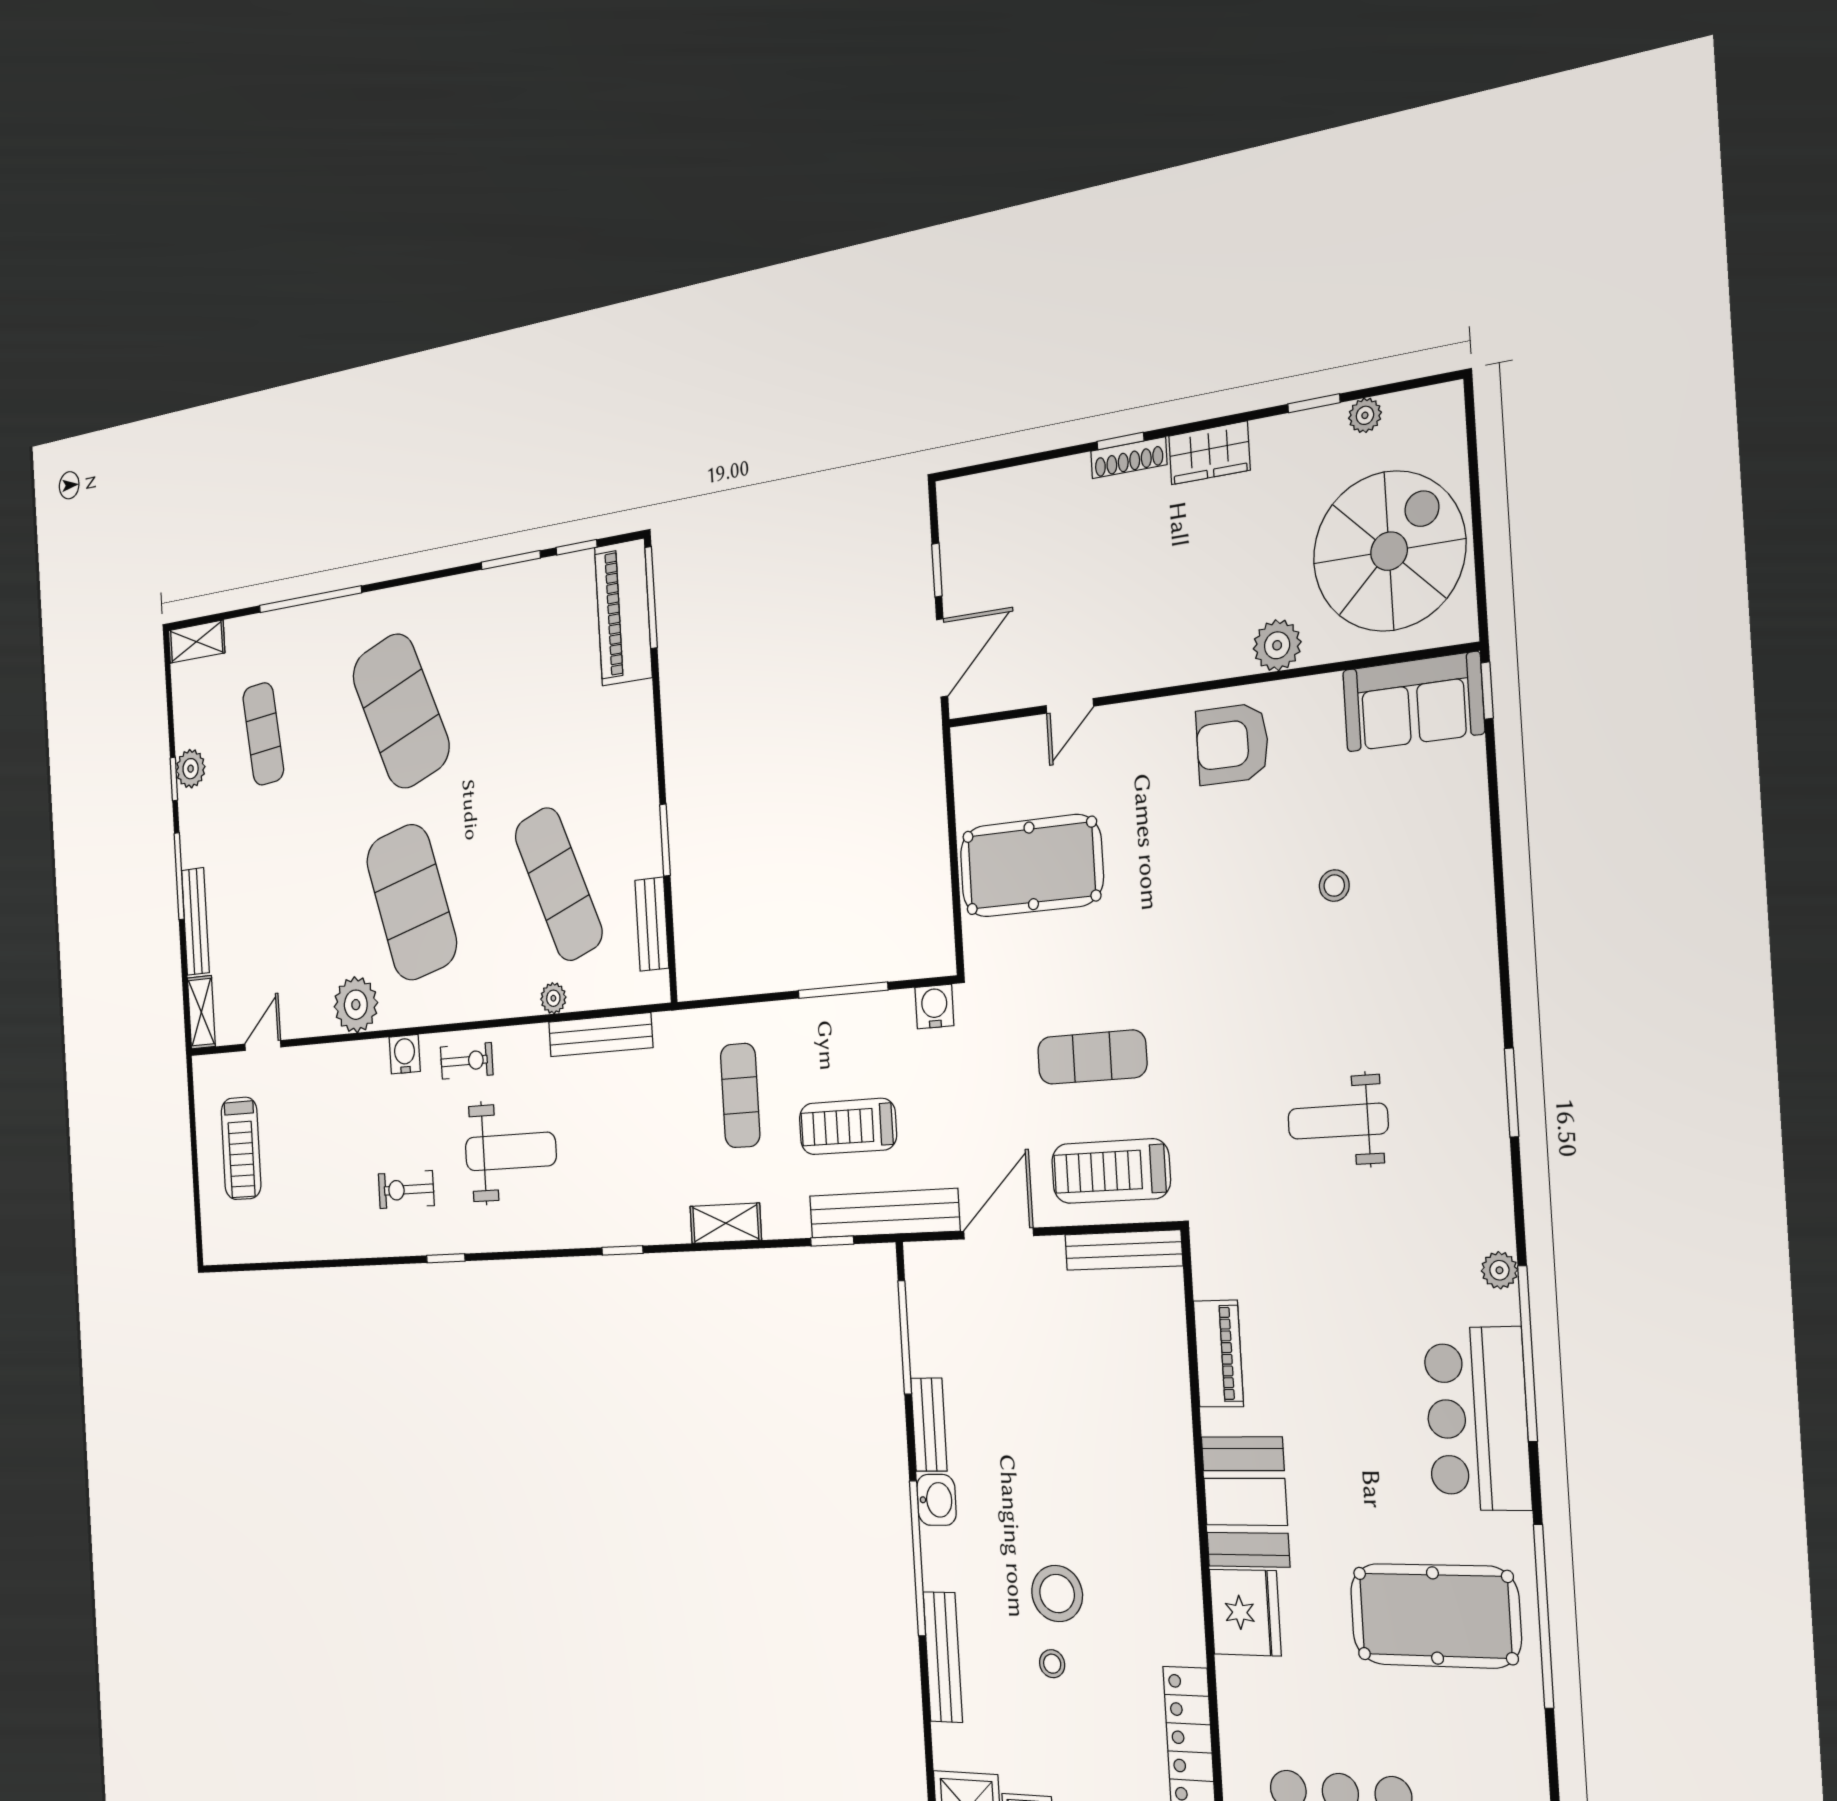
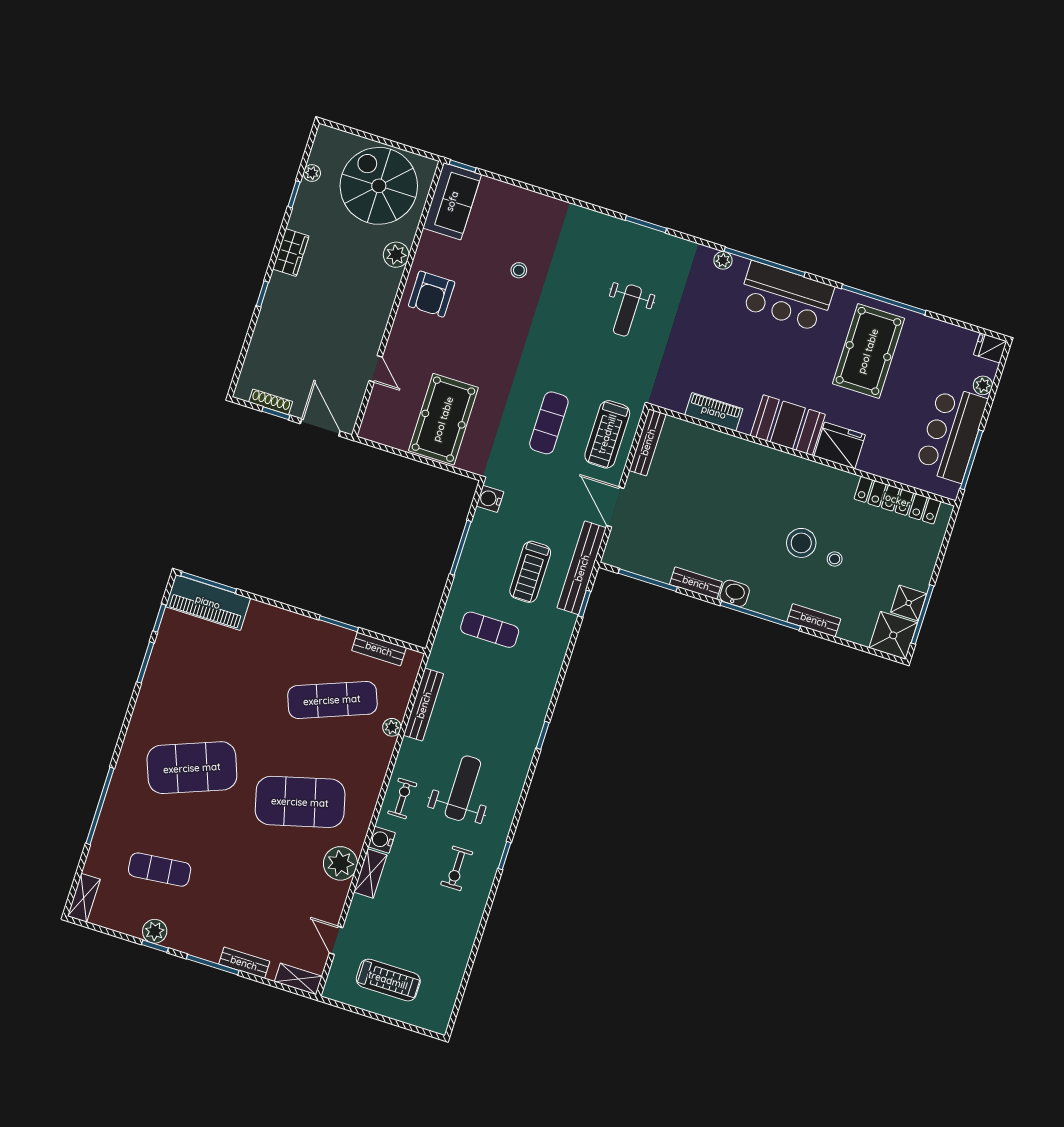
shoe rack: (1129, 458) -> (271, 402), moved, turned -90
bench: (195, 921) -> (244, 963), width x0.73
shelving: (726, 1223) -> (370, 874), moved
bench: (943, 1657) -> (814, 620), width x0.73

